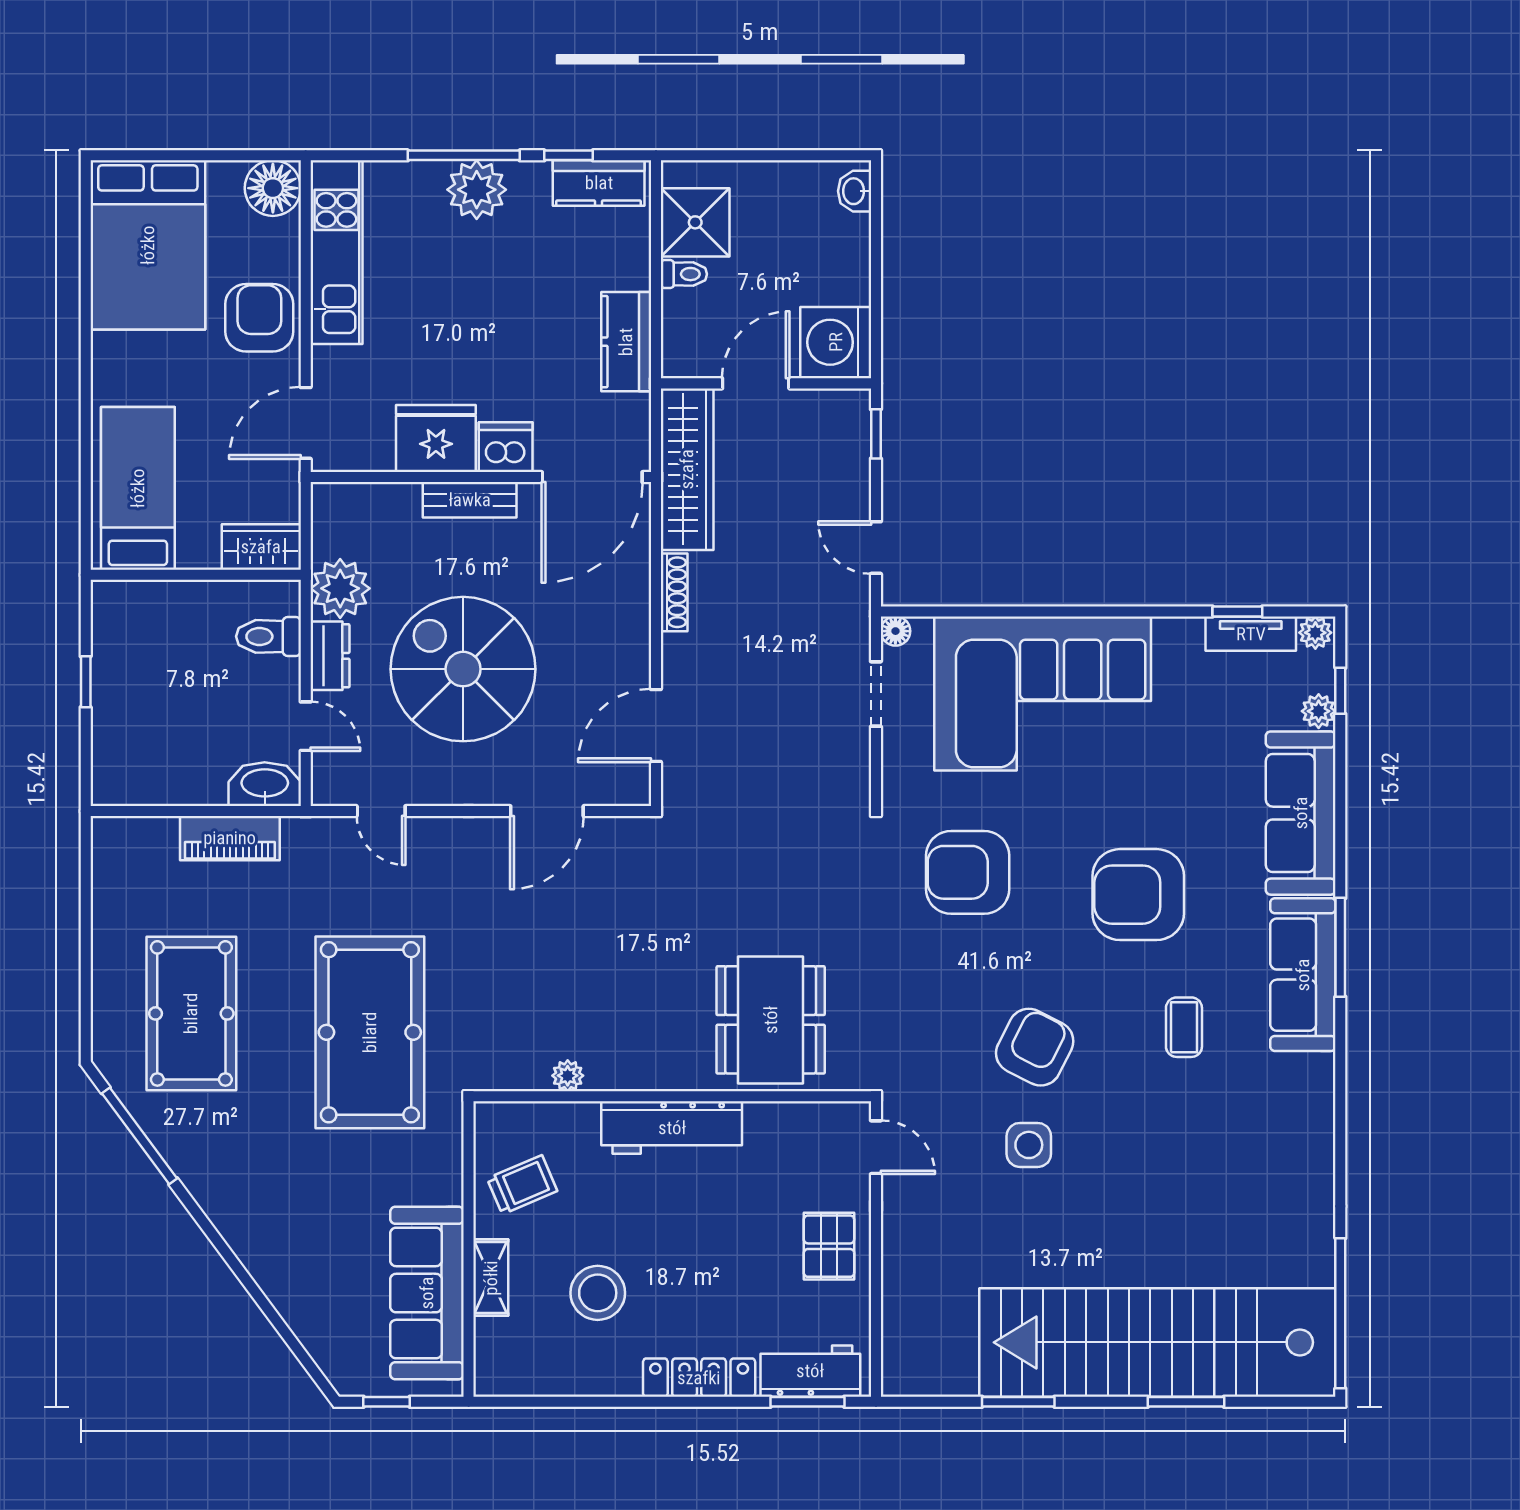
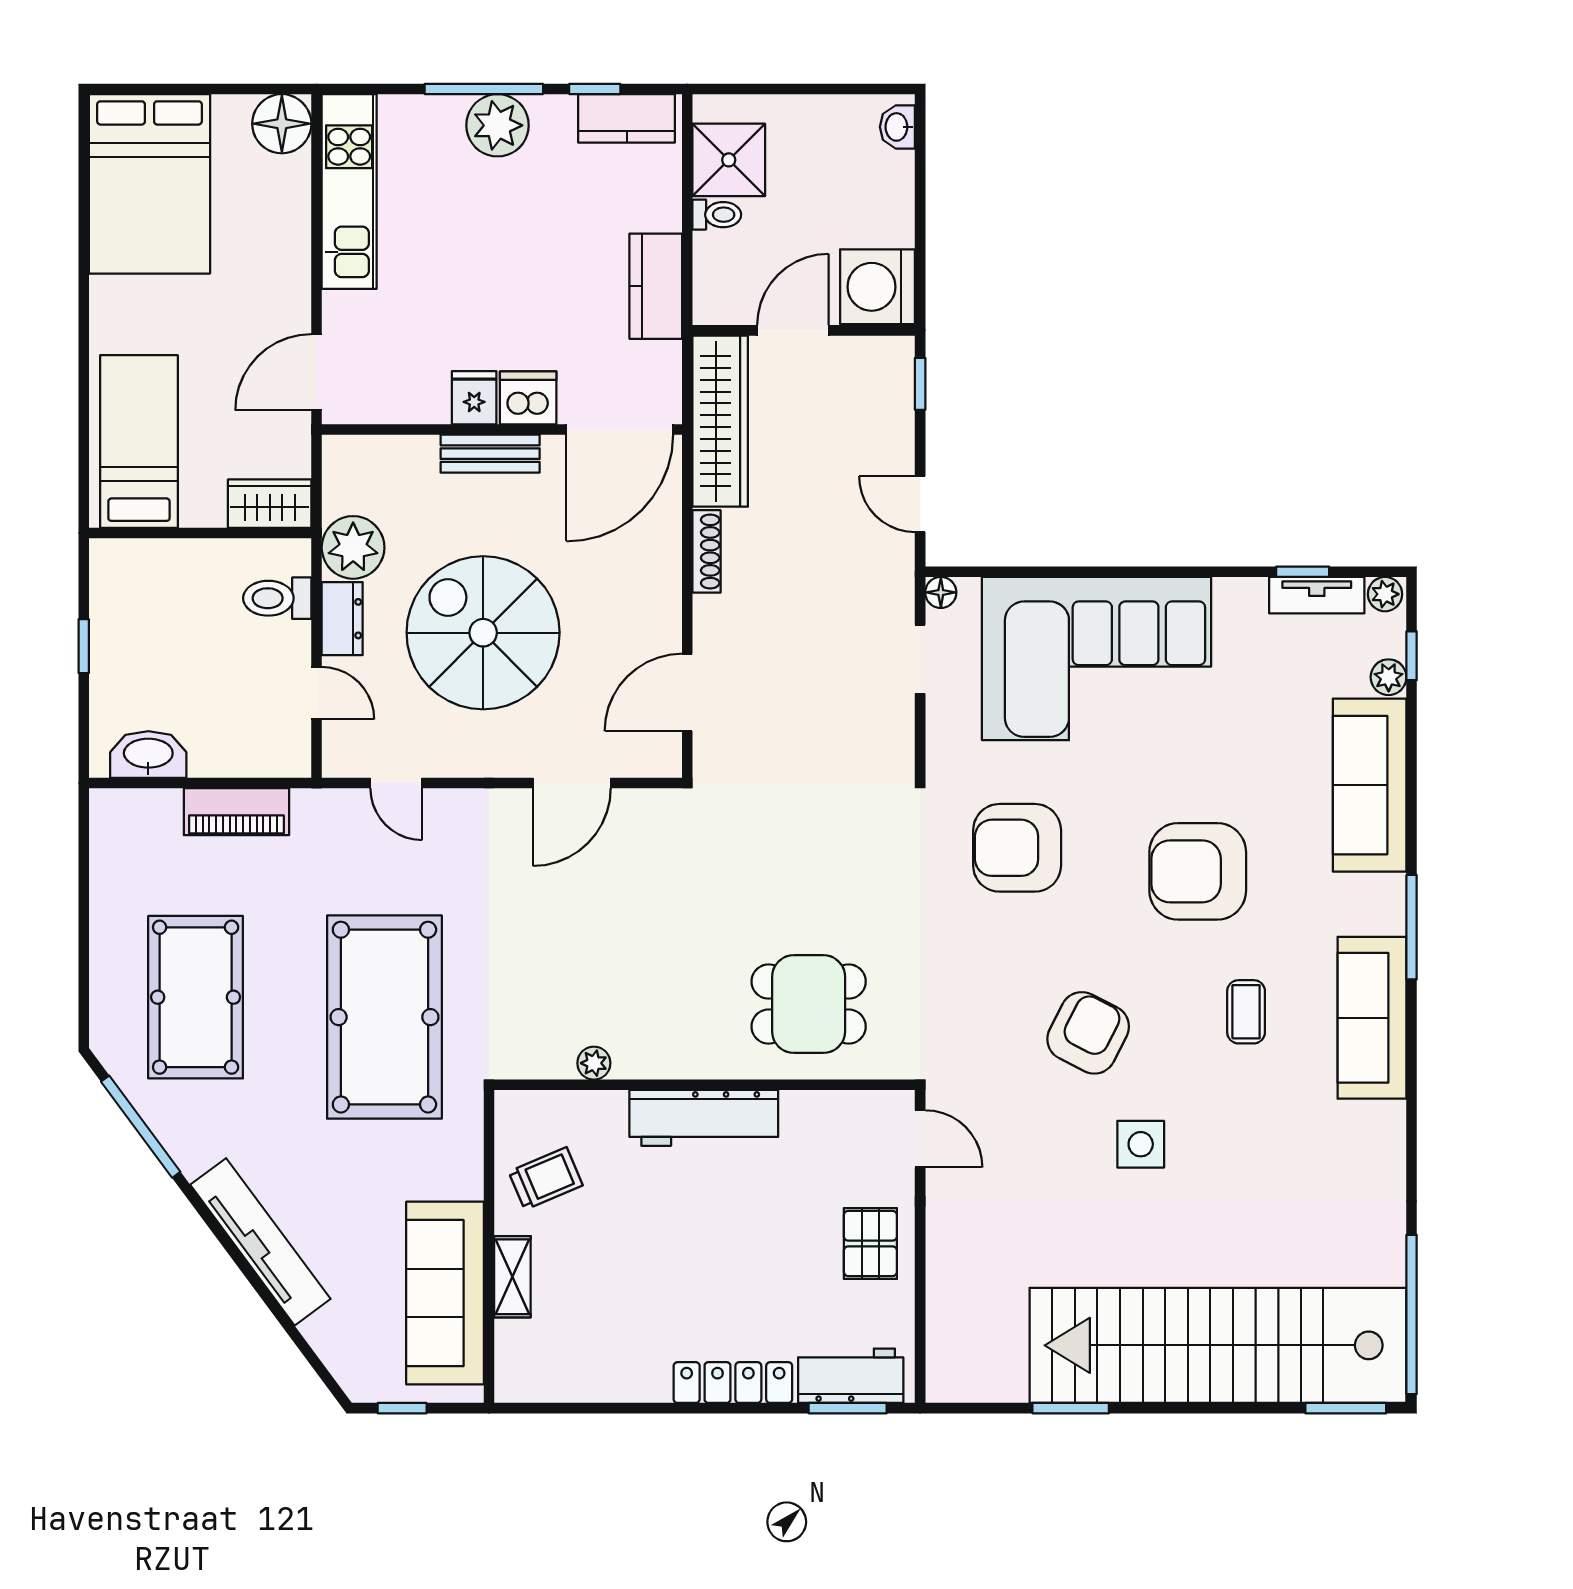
armchair: (259, 318) -> (268, 261), removed
fridge: (436, 439) -> (474, 398), width x0.53, depth x0.75
washbasin: (265, 784) -> (148, 755), moved
sofa: (1303, 975) -> (1372, 1018), moved
dining table: (771, 1020) -> (809, 1004), width x0.73
side table: (1029, 1145) -> (1141, 1144), moved
tv unit: (253, 1245) -> (260, 1242), added
stool: (598, 1293) -> (626, 1293), removed
window: (1186, 1402) -> (1346, 1408), moved

